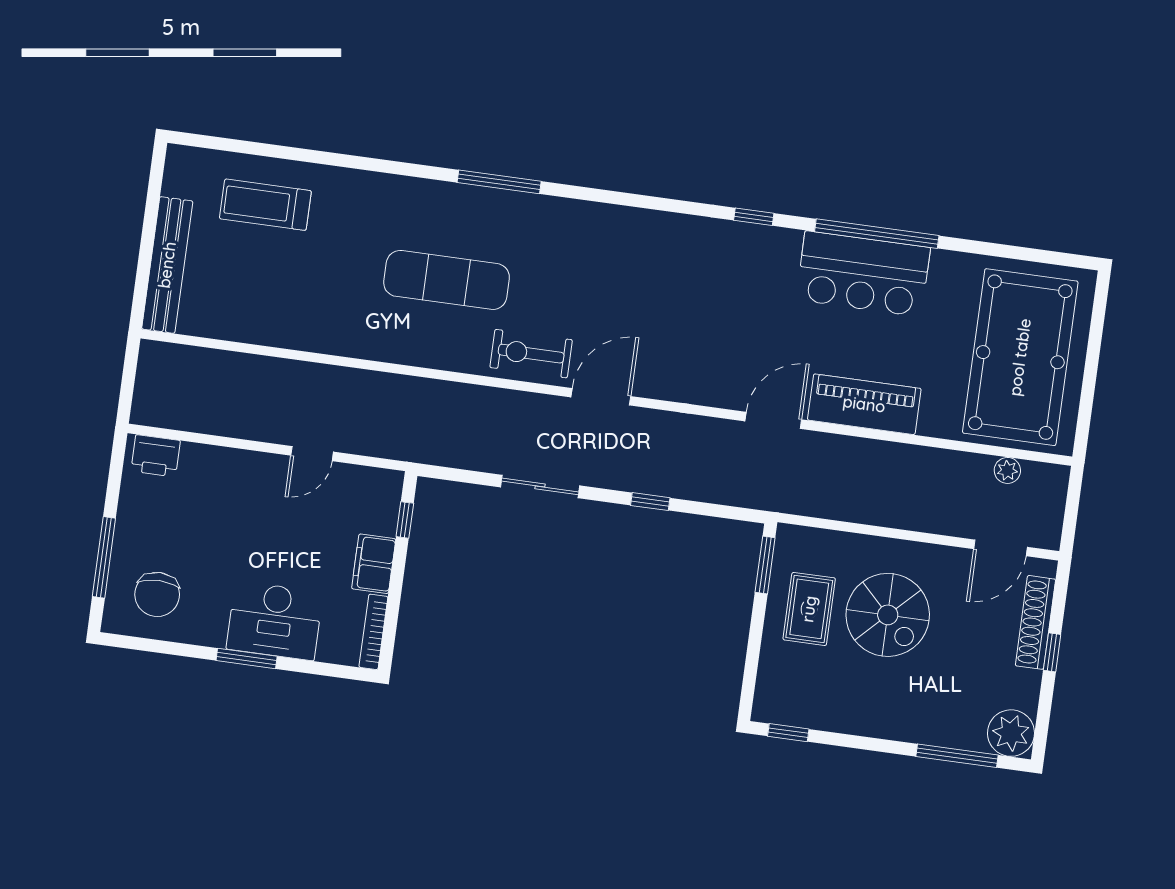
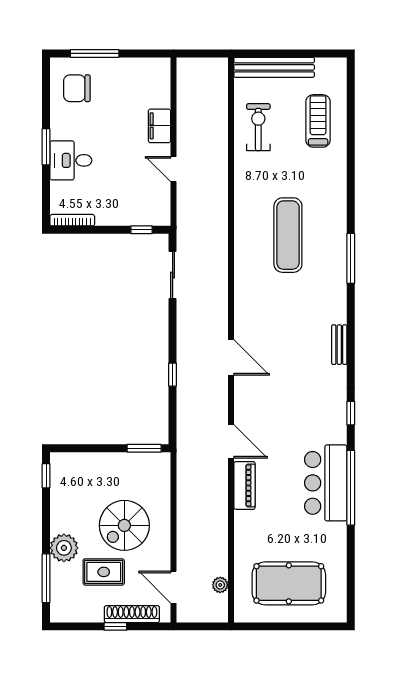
bench: (639, 220) -> (339, 345), added
exercise bike: (531, 354) -> (258, 127), moved
pool table: (1020, 357) -> (289, 583), width x0.73, depth x0.76
door: (601, 397) -> (231, 357), moved
piano: (864, 404) -> (244, 485), width x0.73, depth x0.75
printer: (156, 456) -> (159, 76), removed
sliding door: (540, 486) -> (173, 275), moved
filing cabinet: (374, 564) -> (159, 126), moved, turned -90
rug: (809, 609) -> (104, 572), moved
desk: (275, 621) -> (71, 160), width x0.73
plant: (1011, 733) -> (64, 548), moved

